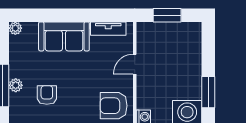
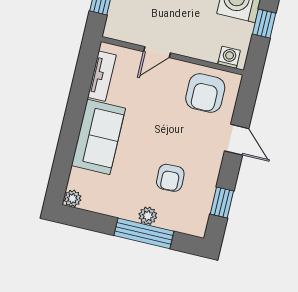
door: (135, 64) -> (157, 52), hinge flipped
armchair: (47, 95) -> (170, 178), turned -92

